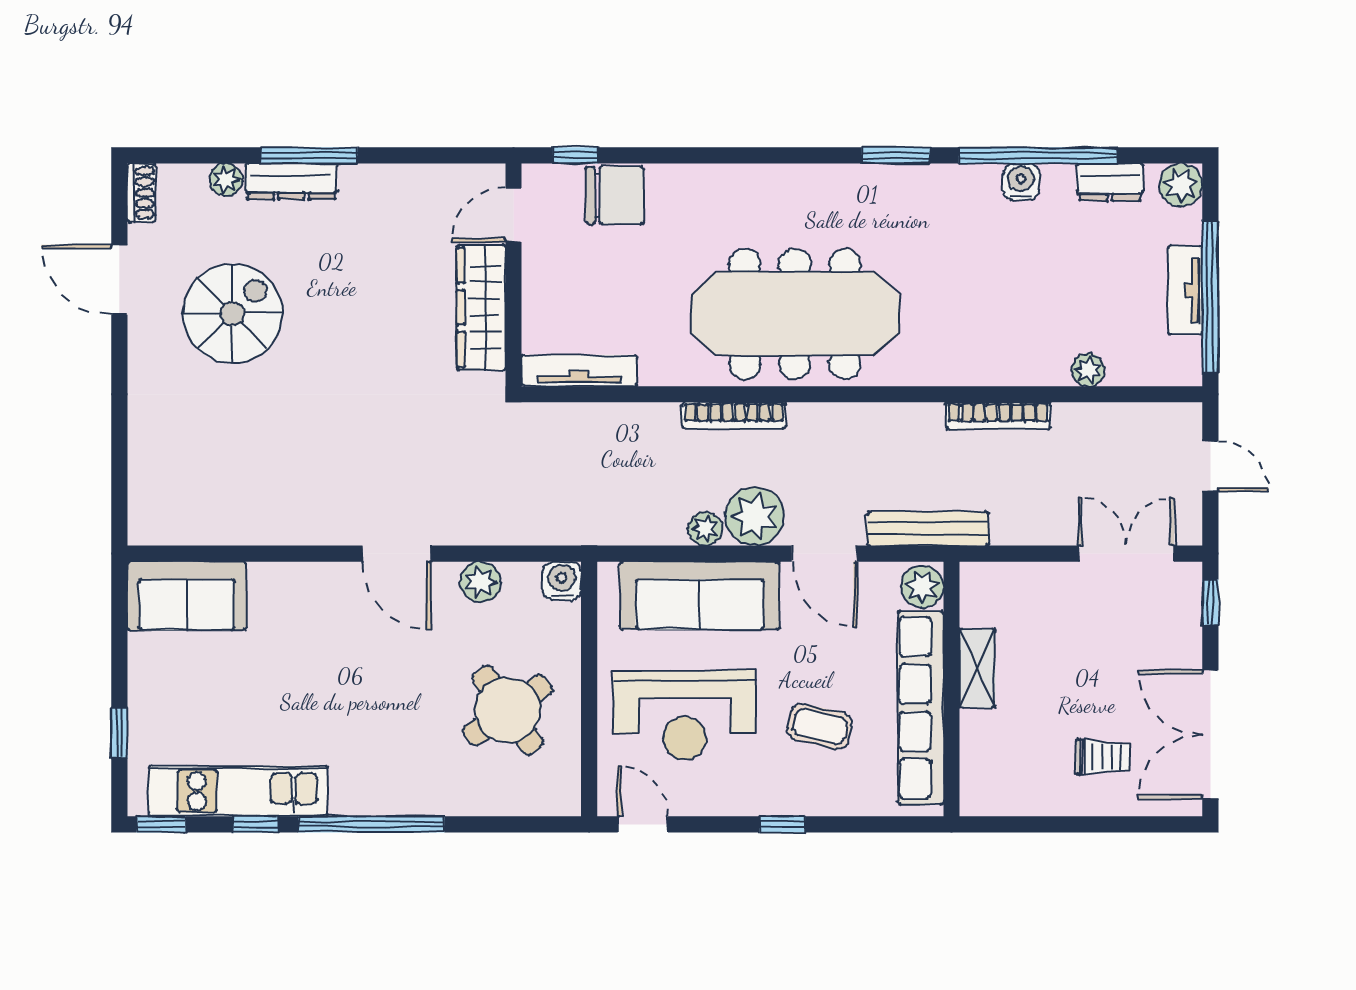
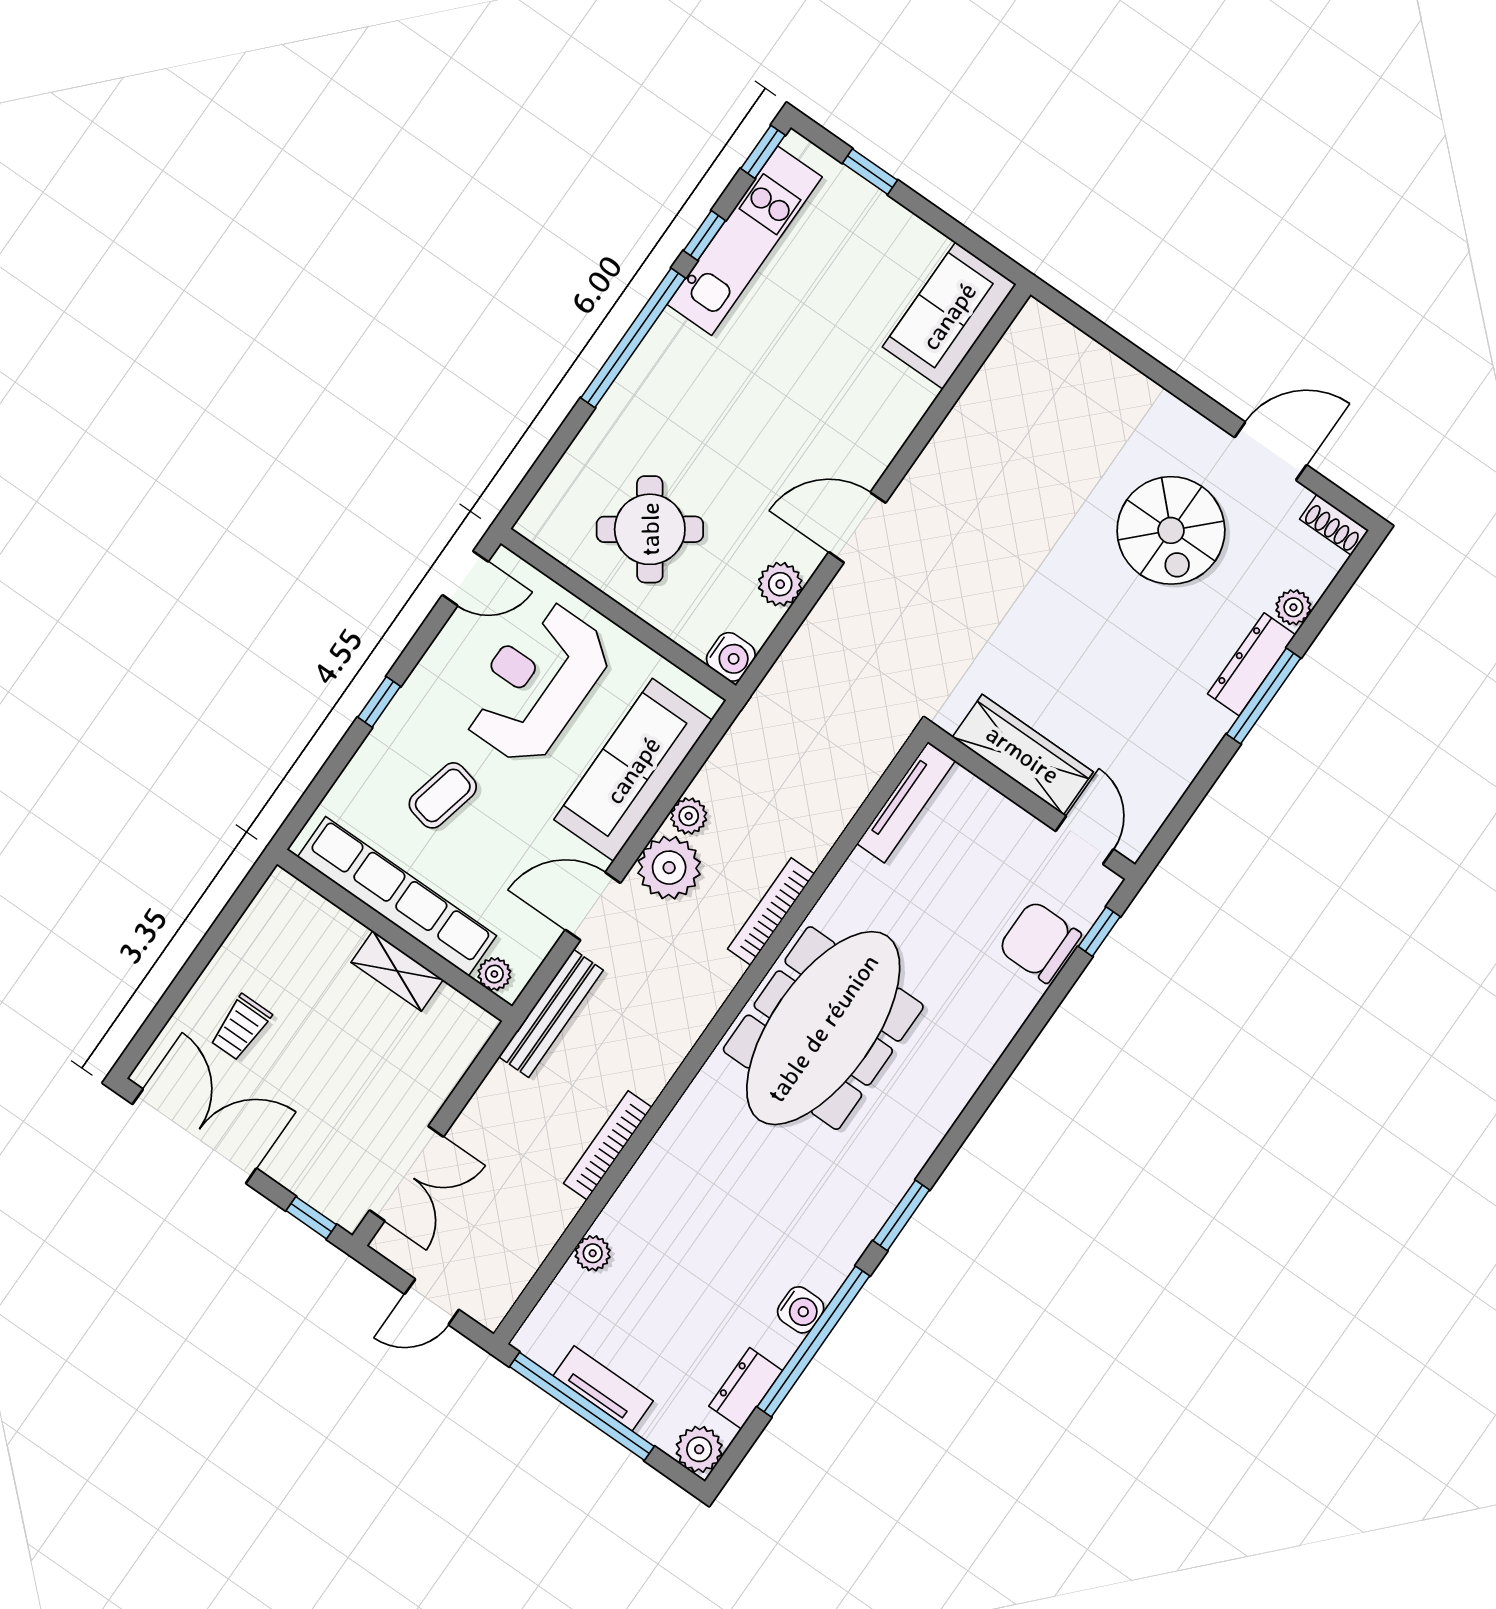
chair: (614, 195) -> (1040, 942), turned 90
plant: (922, 587) -> (494, 974), width x0.73, depth x0.73

